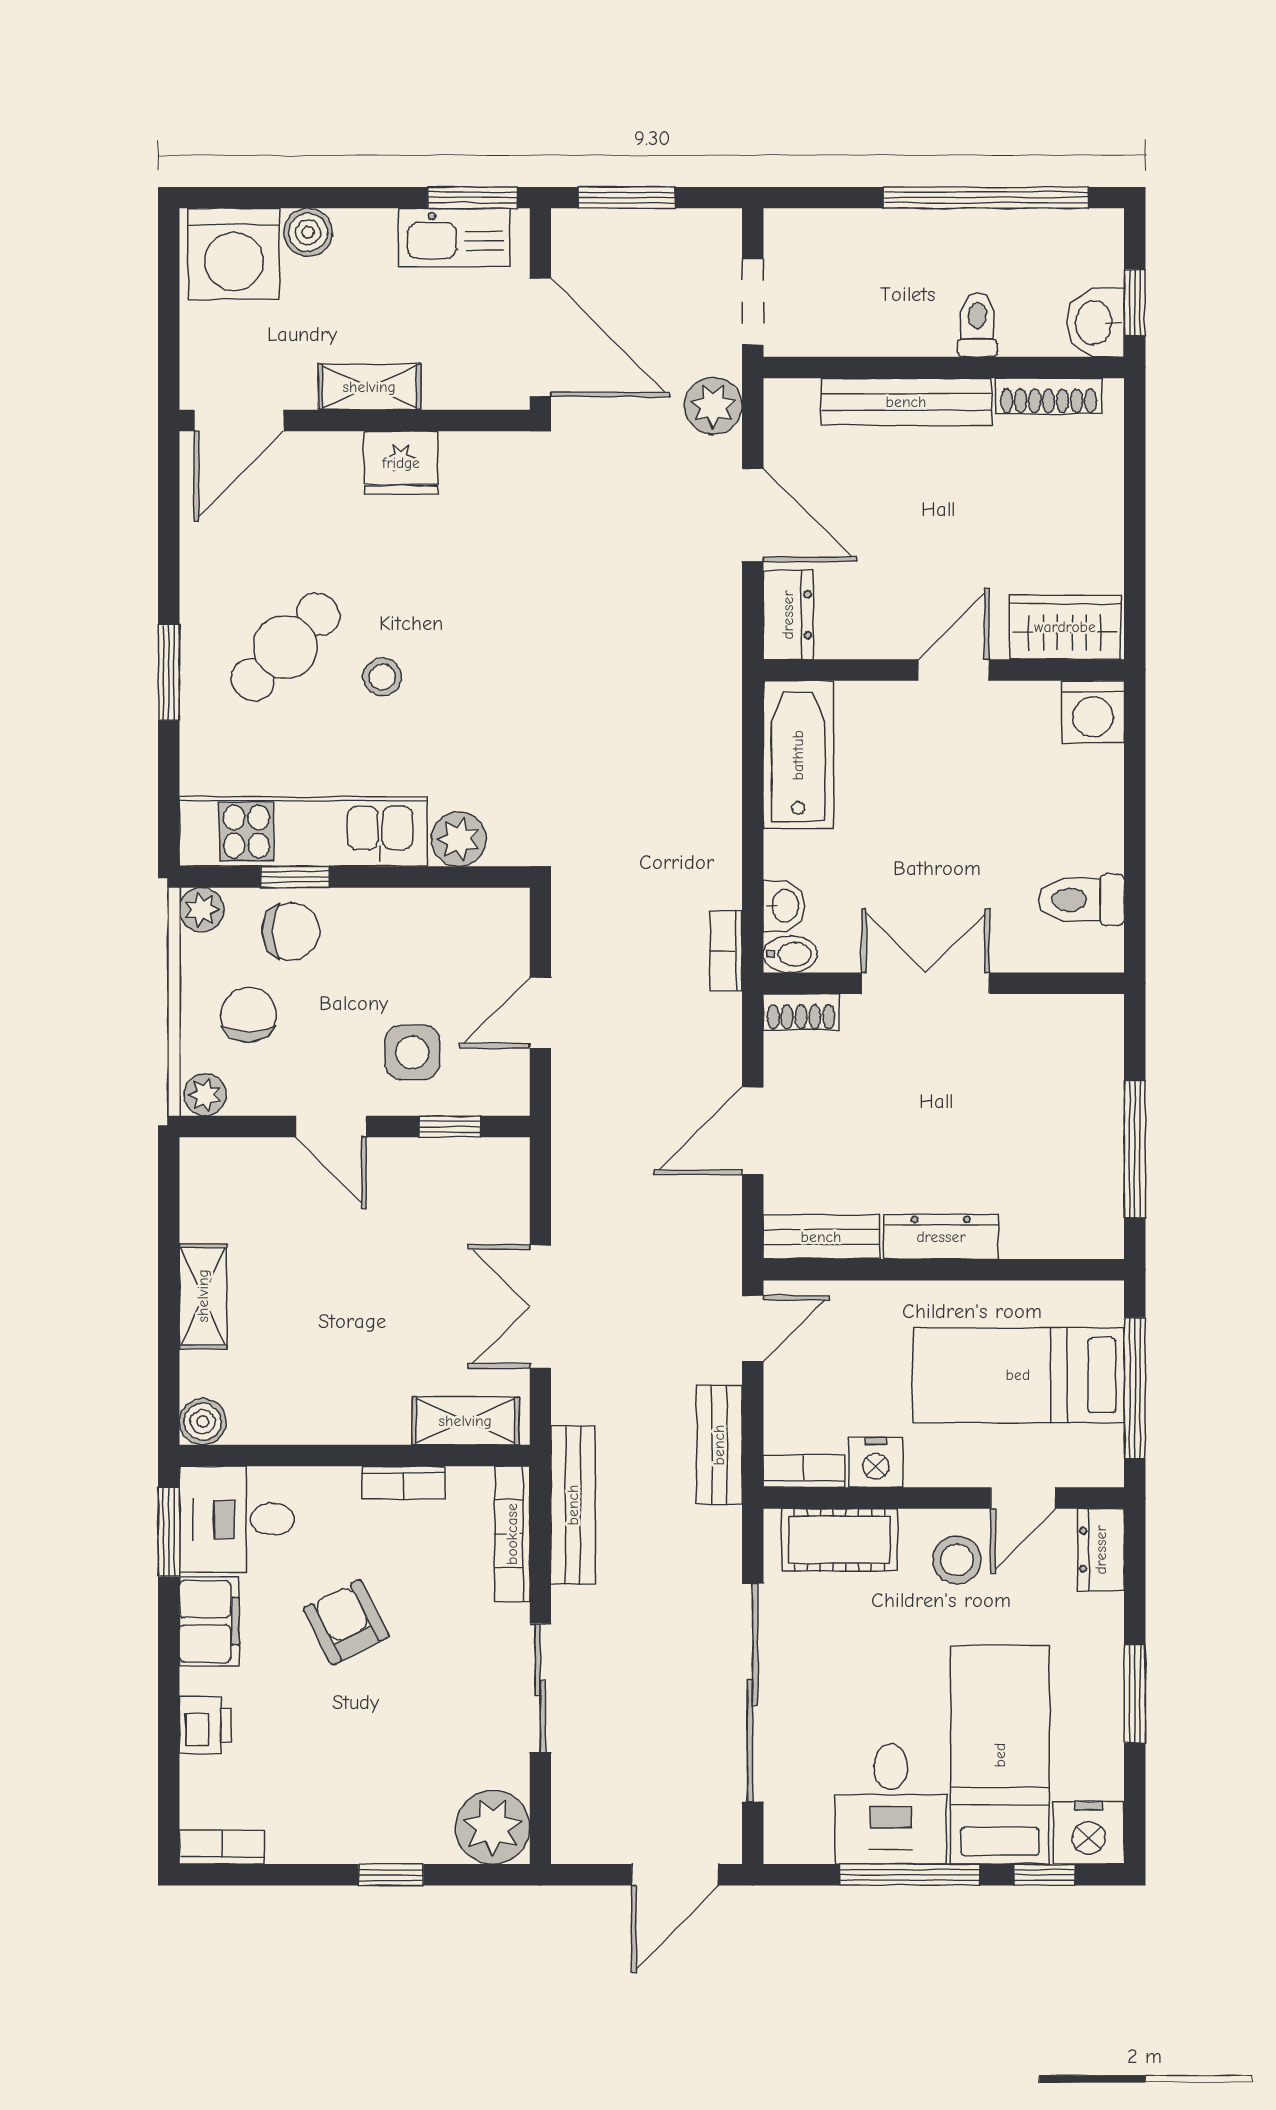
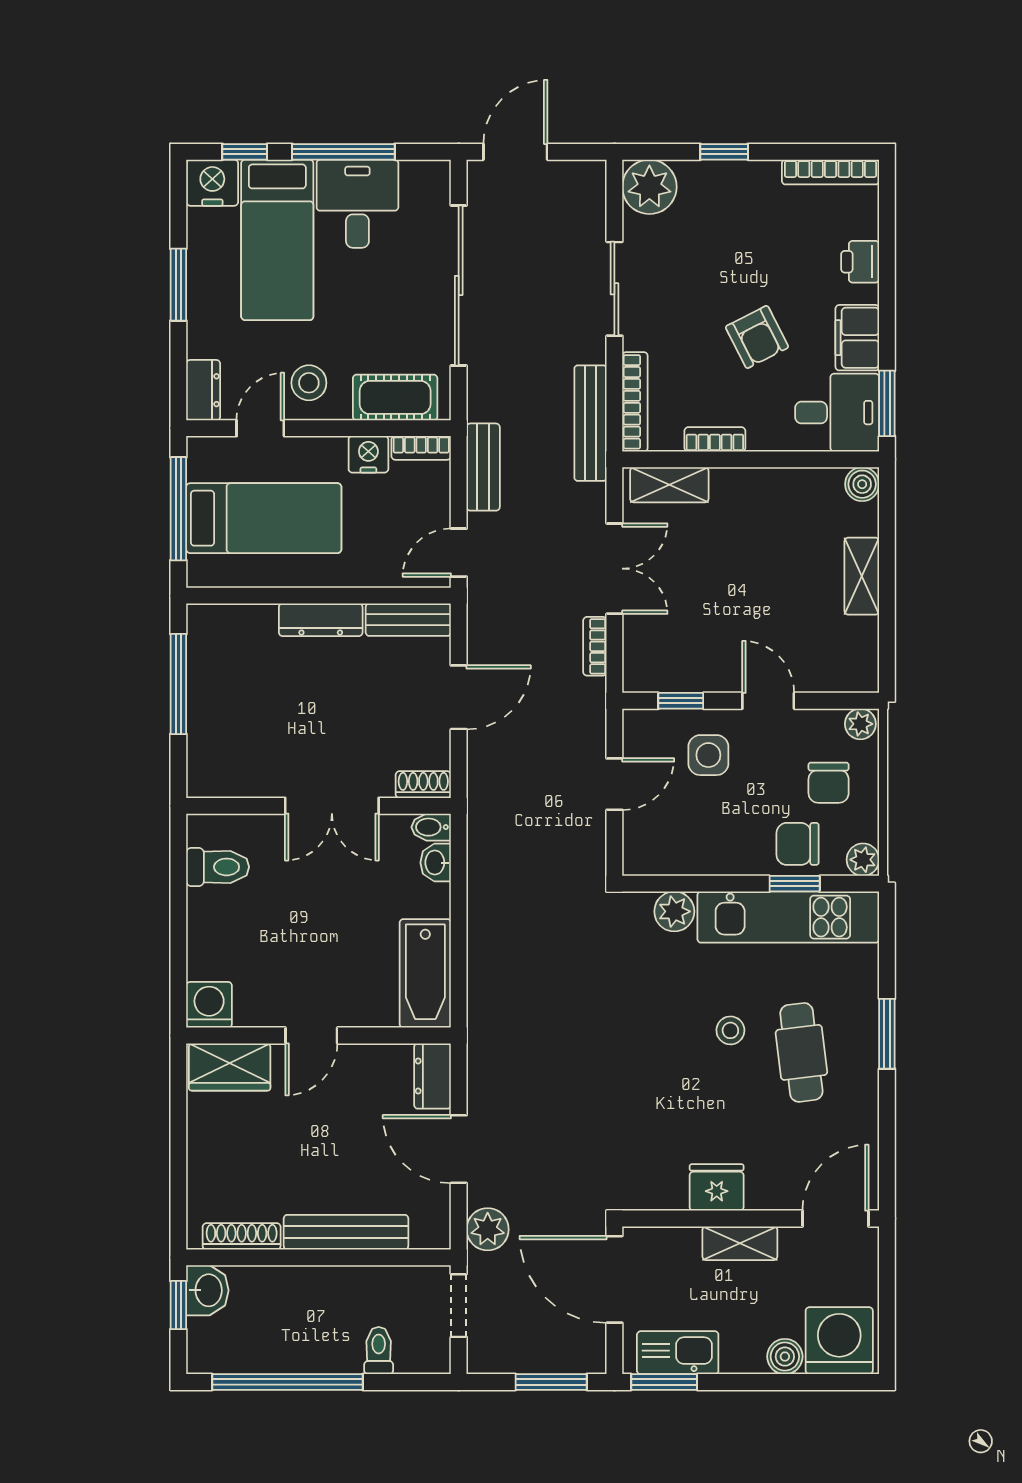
toilet: (977, 325) -> (379, 1351), moved, turned 180
cafe table: (285, 647) -> (801, 1052), turned -52
bookcase: (726, 951) -> (595, 646), moved, turned 180
bookcase: (222, 1847) -> (831, 172), width x1.56

